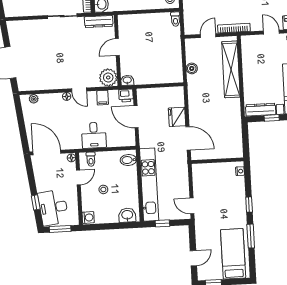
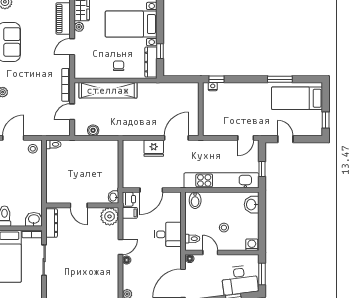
door: (208, 36) -> (72, 112), hinge flipped
boiler: (192, 68) -> (93, 130), moved
chair: (255, 78) -> (119, 66), added
filing cabinet: (103, 98) -> (130, 213), moved
window: (249, 205) -> (216, 79), moved
door: (193, 258) -> (285, 139), moved

